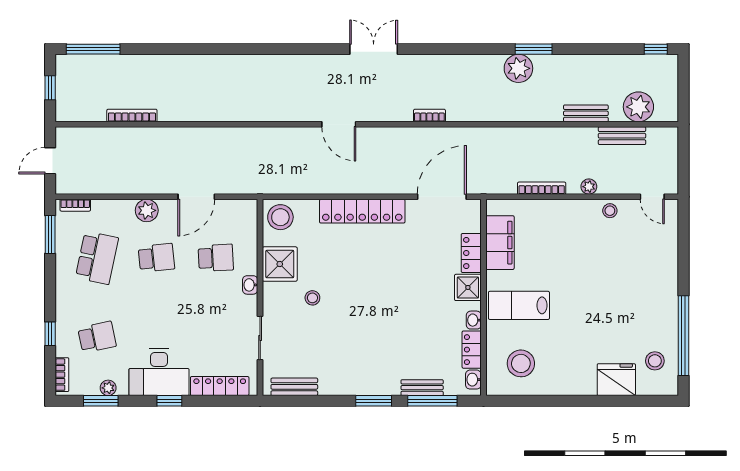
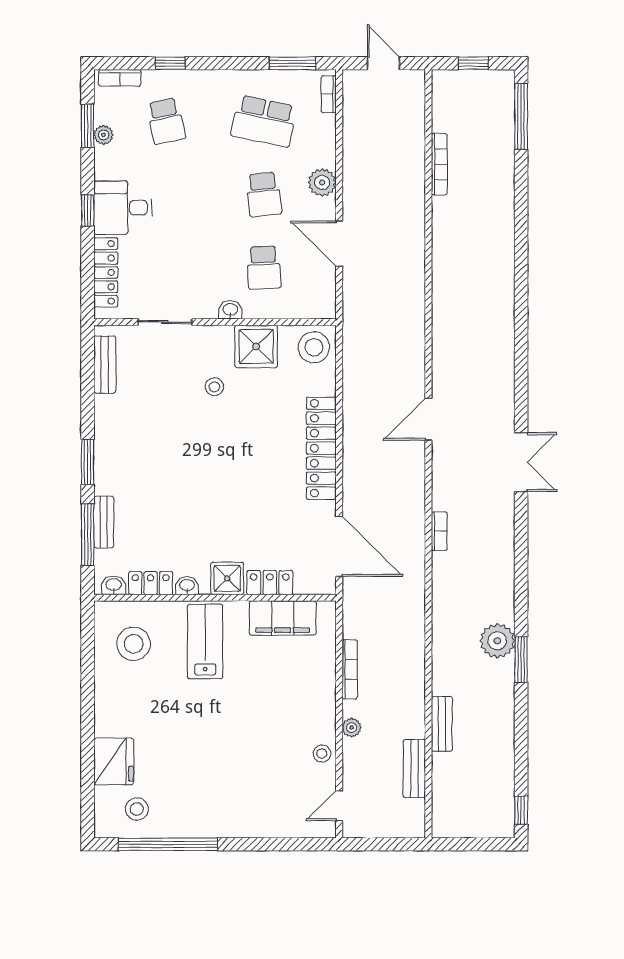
plant: (638, 107) -> (450, 789), removed
desk: (159, 372) -> (123, 208), width x0.73

